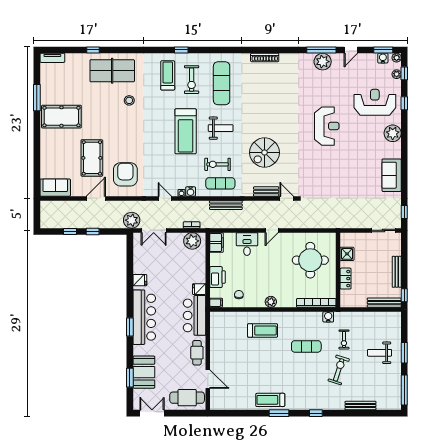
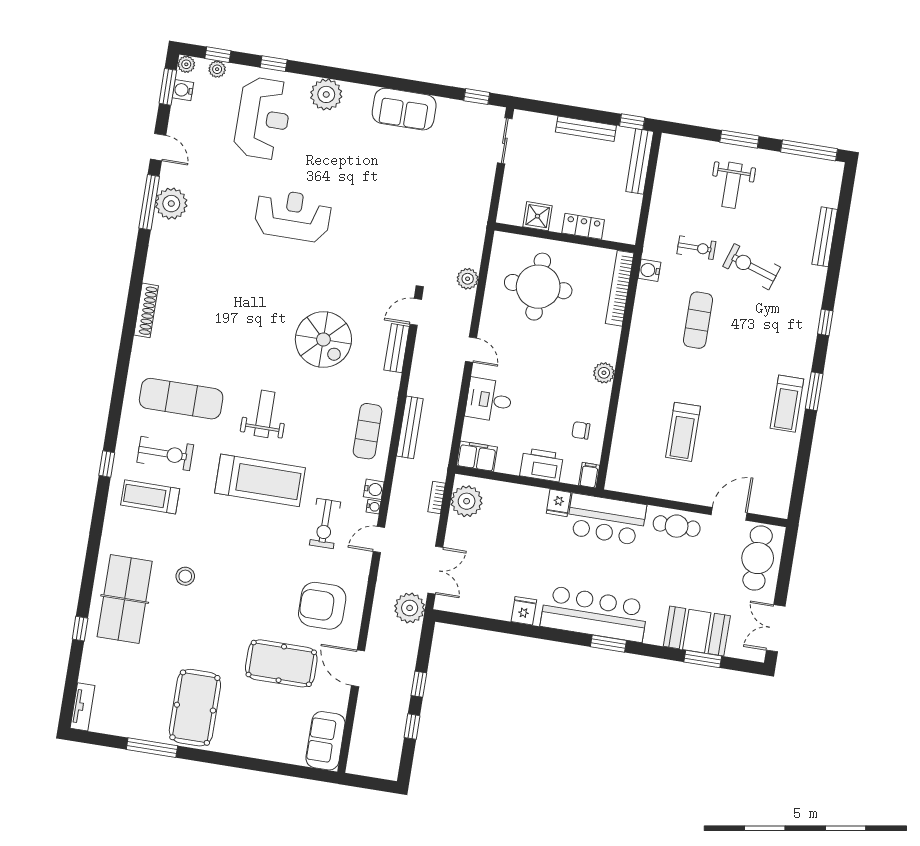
reception desk: (375, 102) -> (263, 118), turned 180
exercise bike: (218, 164) -> (325, 523), moved
plant: (308, 223) -> (468, 279), added
treadmill: (263, 330) -> (683, 432), moved, turned 180

